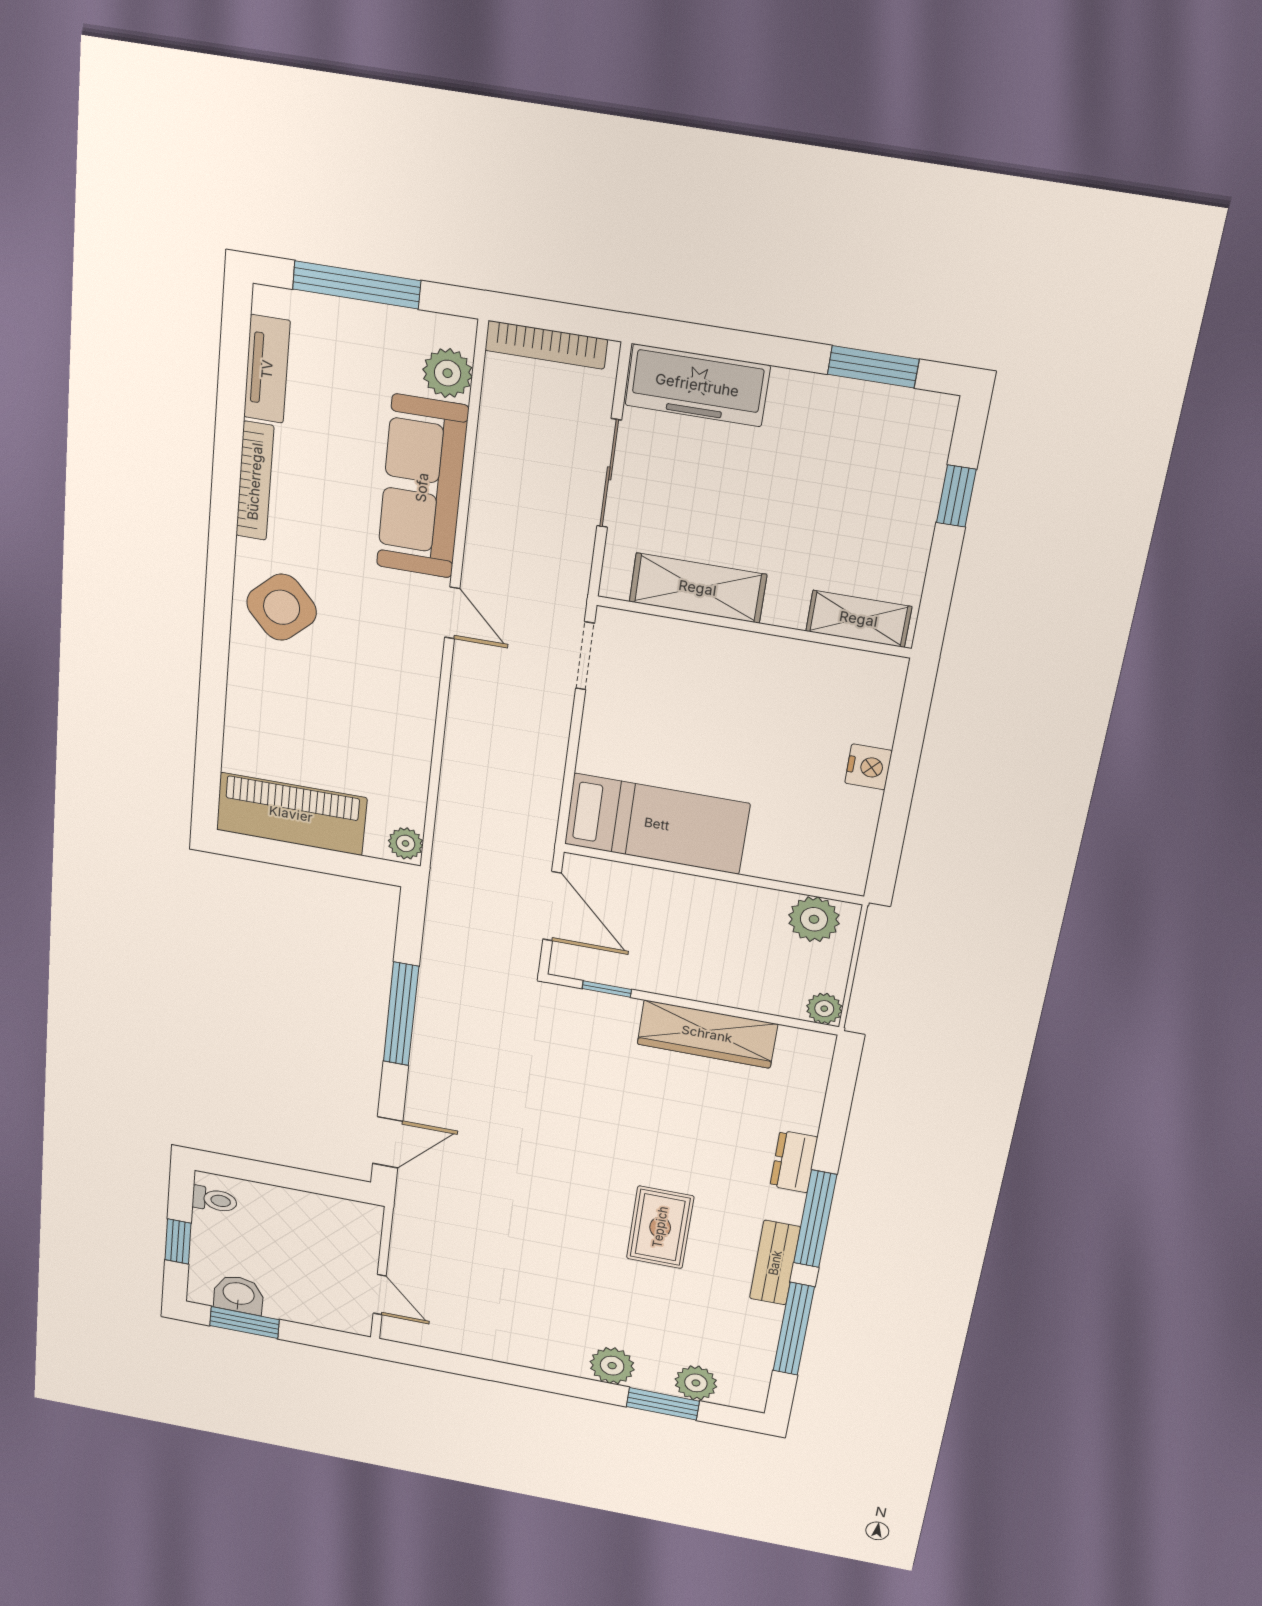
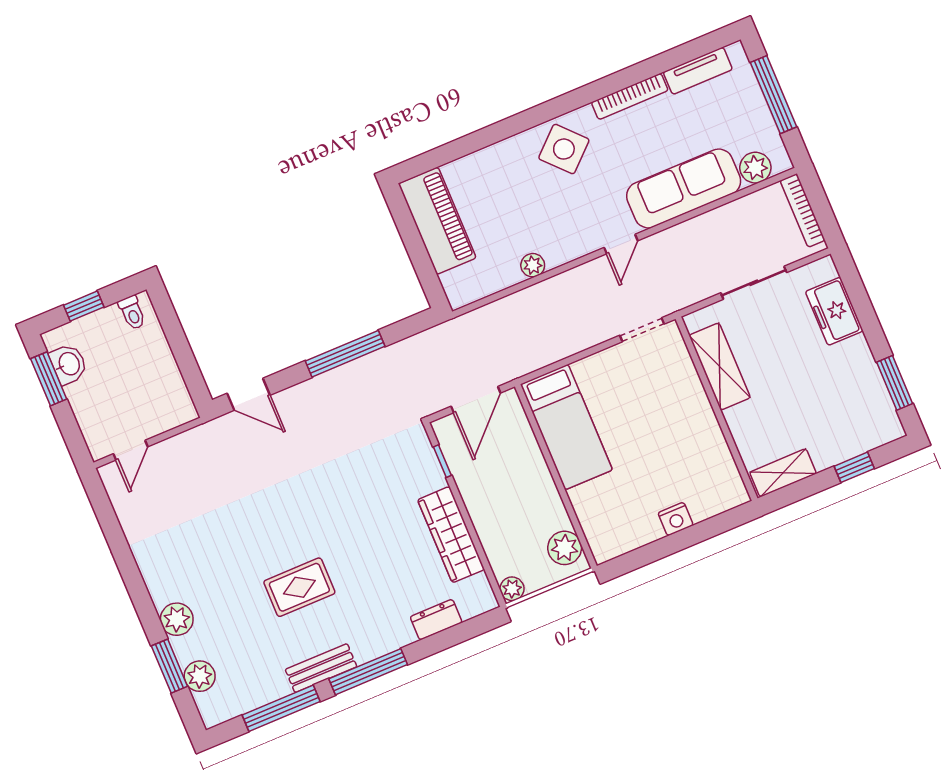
freezer: (697, 385) -> (834, 311), width x0.71
shelving: (859, 619) -> (783, 473), moved, turned 90
plant: (406, 843) -> (533, 265), moved
dresser: (794, 1162) -> (436, 620), moved

